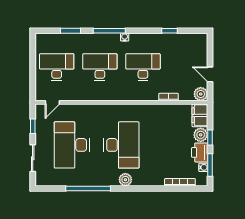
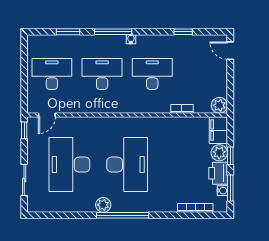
door: (210, 74) -> (230, 51), moved
window: (33, 126) -> (24, 130), moved
plant: (125, 180) -> (103, 205), moved
window: (88, 189) -> (123, 215), moved

